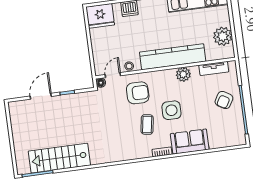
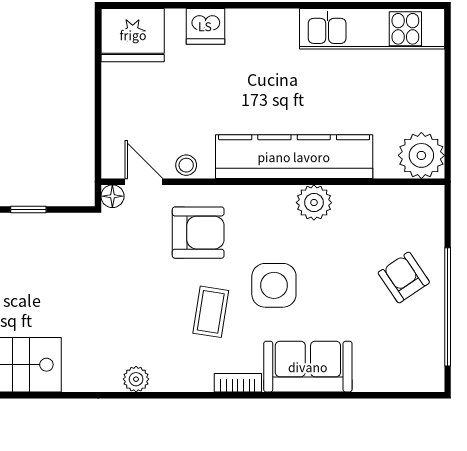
plant: (223, 36) -> (421, 155), moved
tv unit: (214, 68) -> (389, 198), removed
door: (113, 75) -> (144, 182), hinge flipped
armchair: (224, 100) -> (404, 278), turned 116
plant: (120, 156) -> (136, 379), added

